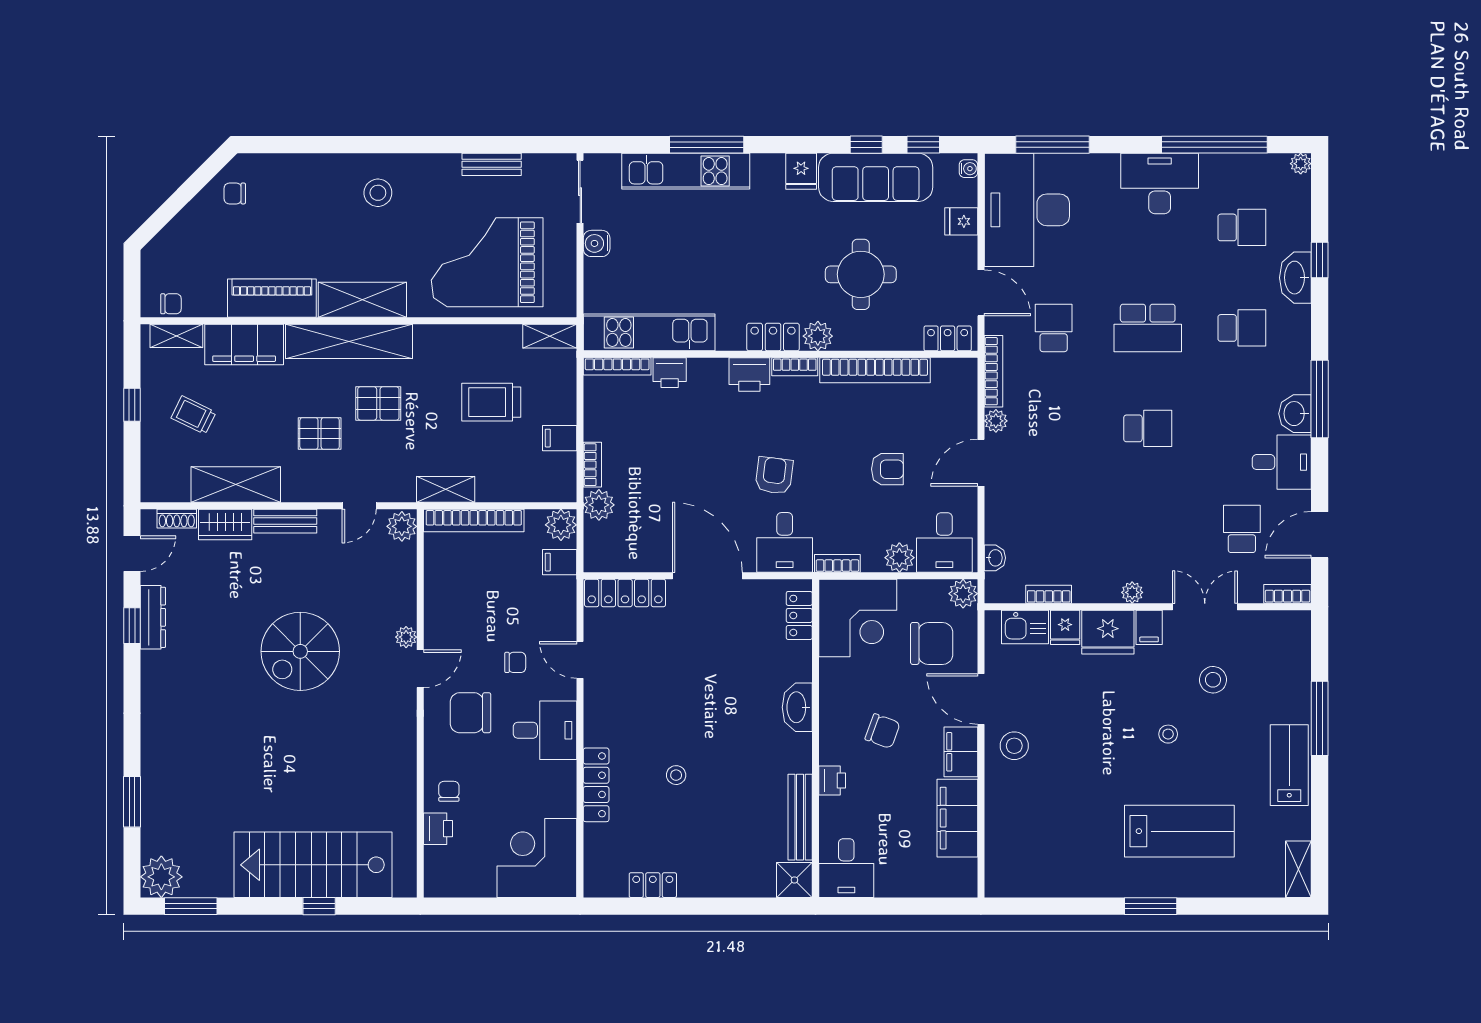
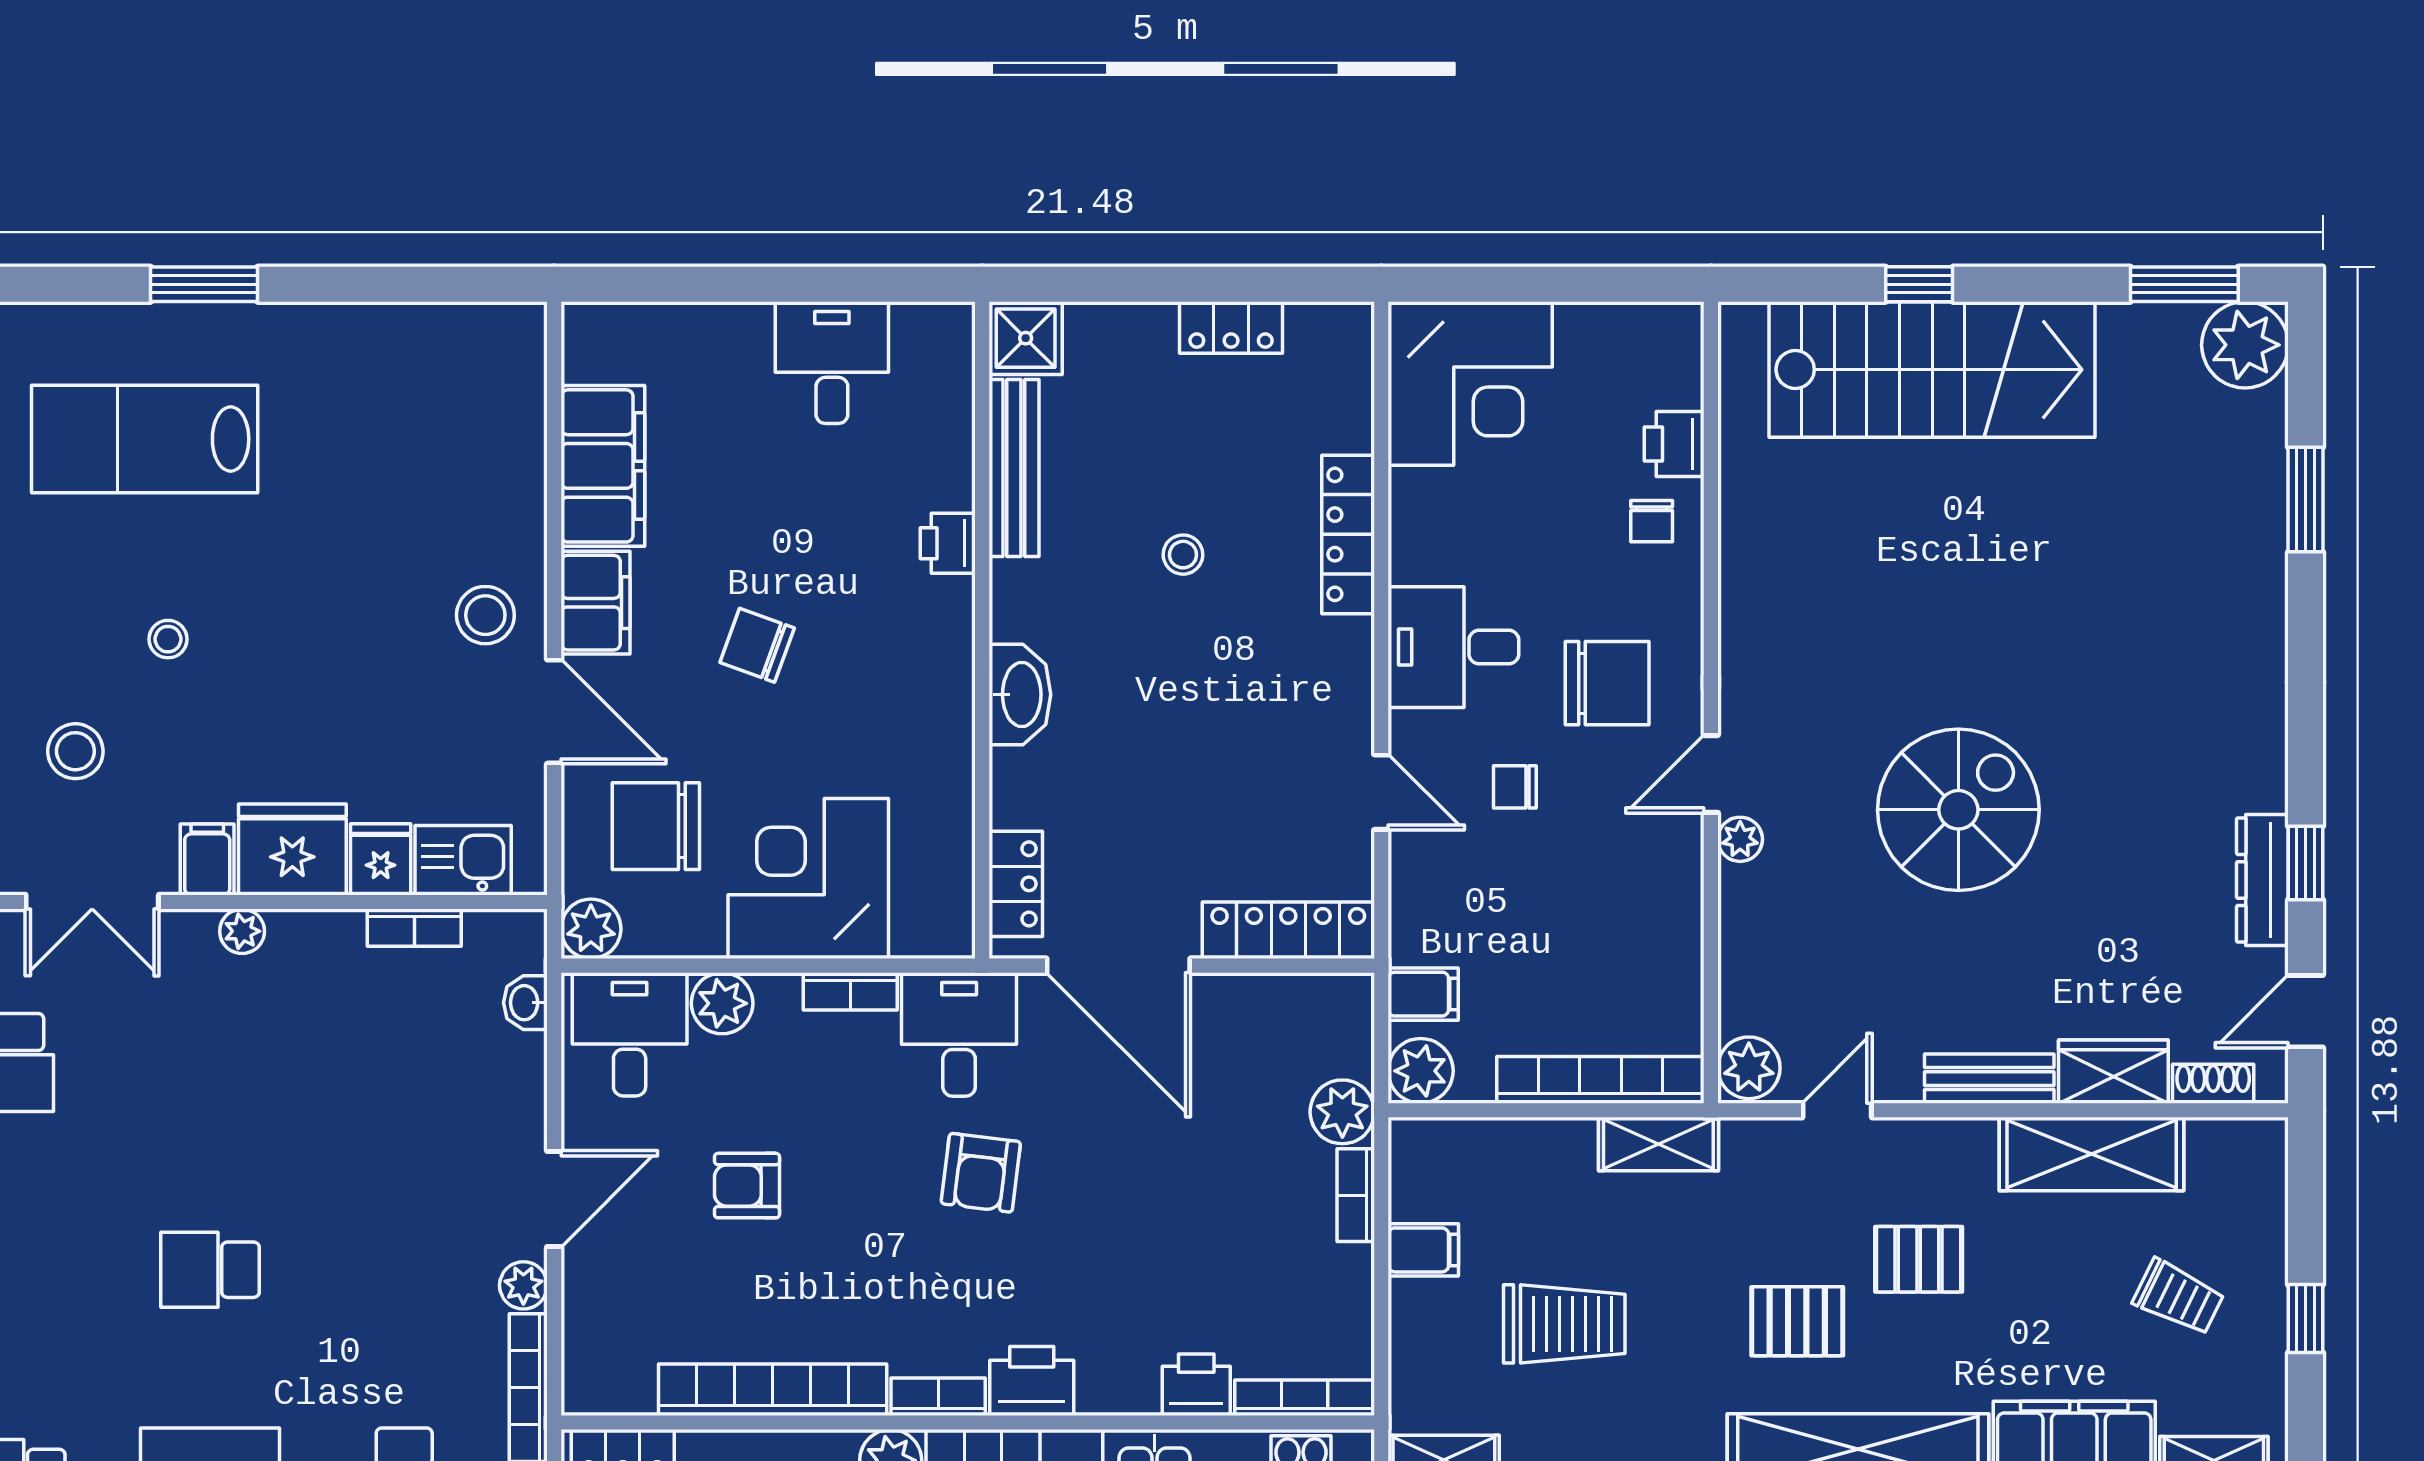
locker: (799, 615) -> (1016, 884), moved
washbasin: (797, 707) -> (1020, 694), moved
wall: (816, 738) -> (982, 630), moved
printer: (832, 781) -> (948, 543), moved
bench: (800, 817) -> (1014, 468), moved
shower: (794, 880) -> (1026, 338), moved

